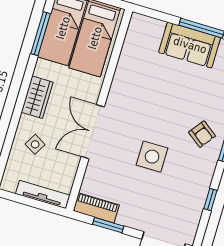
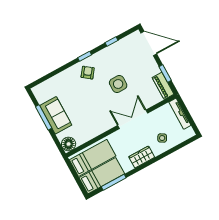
floor lamp: (140, 26) -> (69, 144), added
double door: (93, 132) -> (133, 119), swing flipped

